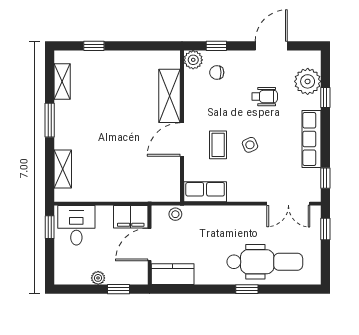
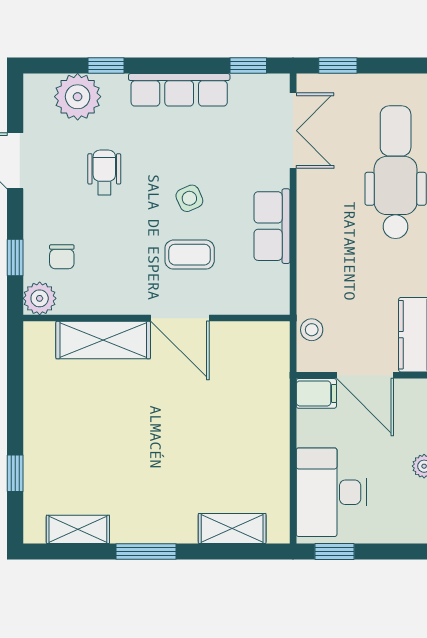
row of seats: (205, 192) -> (272, 226), moved
filing cabinet: (131, 217) -> (316, 393), width x0.50
desk: (76, 225) -> (331, 492), width x1.37

